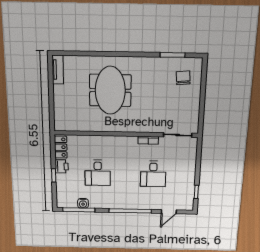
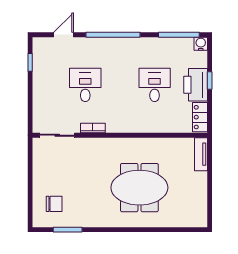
tv unit: (58, 70) -> (201, 154), moved
chair: (183, 78) -> (54, 204), turned -85
meeting table: (110, 90) -> (139, 188), turned 90
printer: (62, 166) -> (196, 85), width x1.87, depth x1.48
water cooler: (83, 203) -> (201, 44), moved

